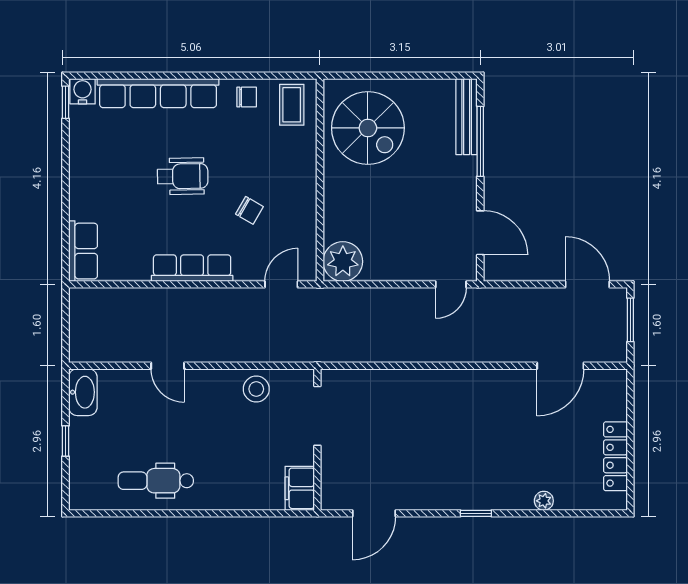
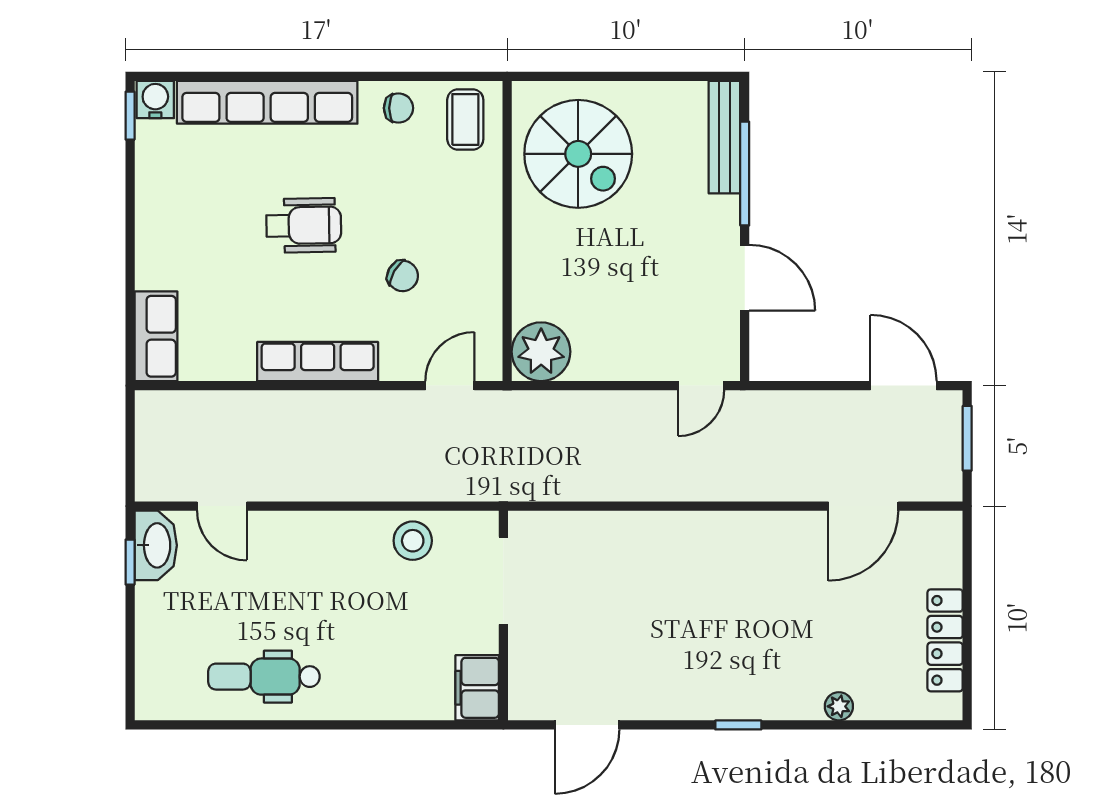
door: (480, 233) -> (745, 278), moved
door: (168, 366) -> (222, 506), moved
window: (66, 441) -> (130, 562), moved

